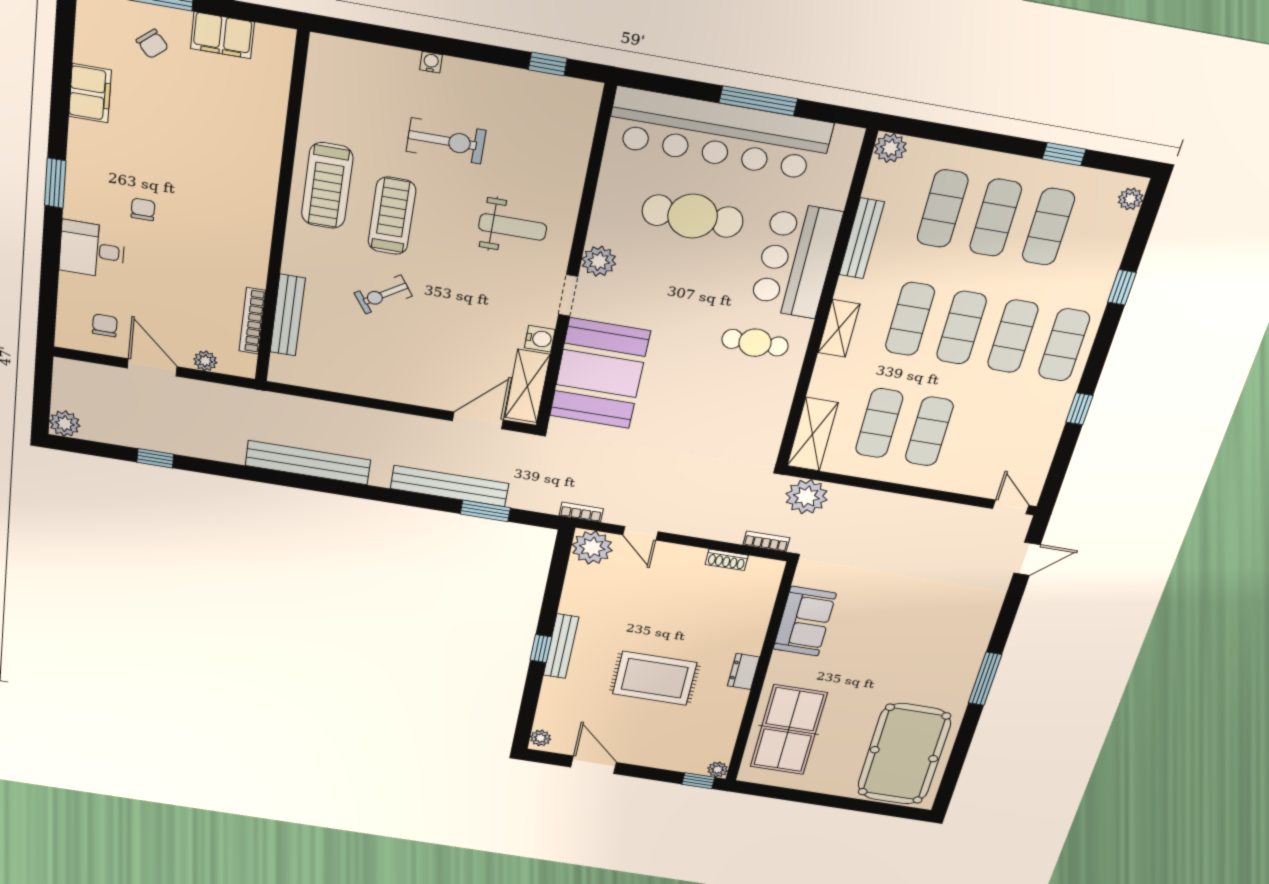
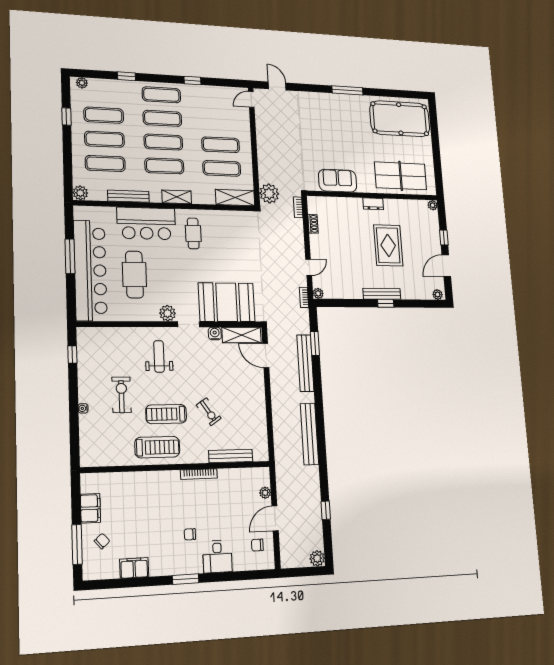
bookcase: (252, 321) -> (199, 474), moved
plant: (592, 548) -> (318, 293), width x0.53, depth x0.53
window: (698, 781) -> (444, 238), moved

